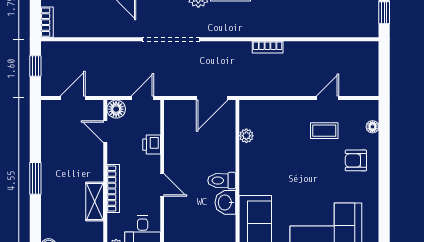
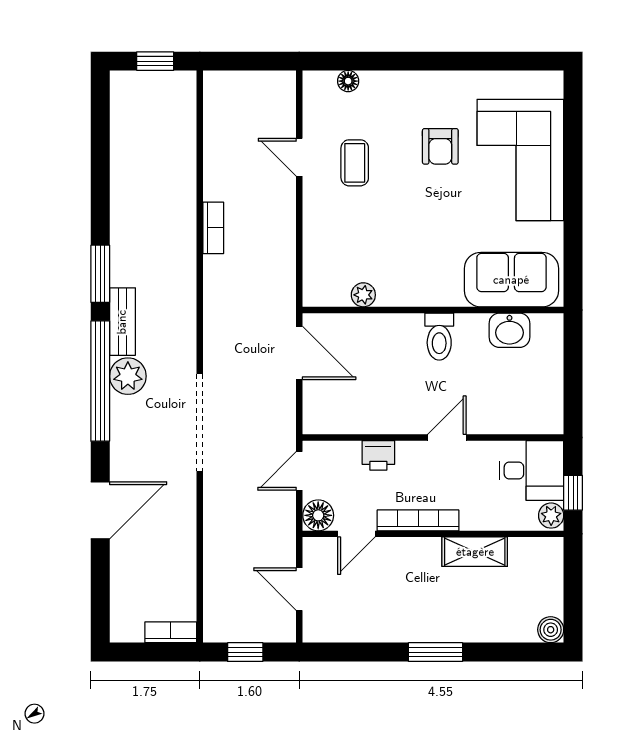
bookcase: (268, 47) -> (213, 228), moved
door: (142, 98) -> (299, 471), hinge flipped
armchair: (356, 160) -> (440, 146), moved
bookcase: (113, 188) -> (418, 520), moved
washbasin: (225, 202) -> (509, 330), moved

